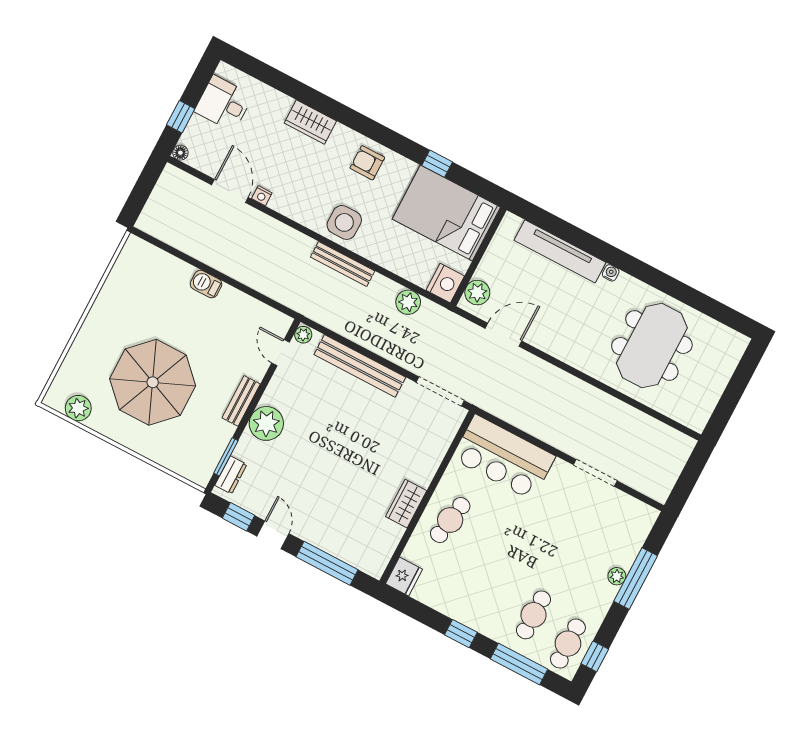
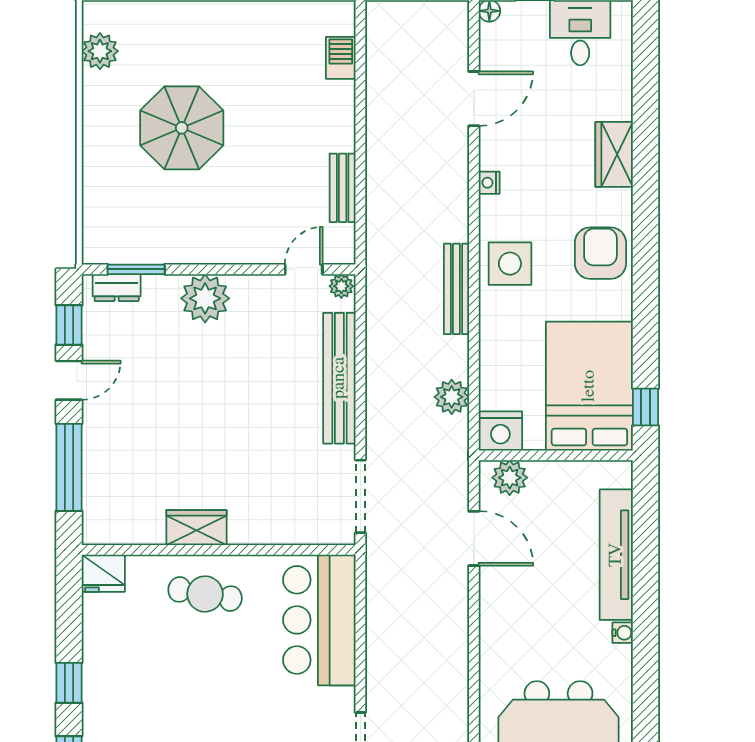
armchair: (367, 163) -> (600, 253), width x1.38, depth x1.38
window: (437, 164) -> (646, 407), moved
nightstand: (262, 196) -> (489, 183), moved
barbecue: (206, 284) -> (341, 58), moved
parasol: (153, 382) -> (182, 128), width x0.73, depth x0.73
bench: (241, 401) -> (343, 188), moved, turned 90

